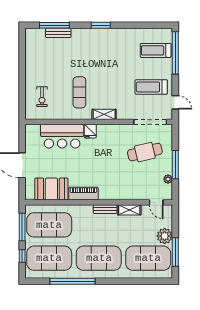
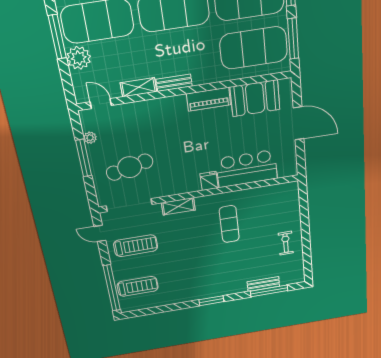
exercise bike: (42, 97) -> (286, 243), moved
shelving: (104, 114) -> (178, 206), moved

